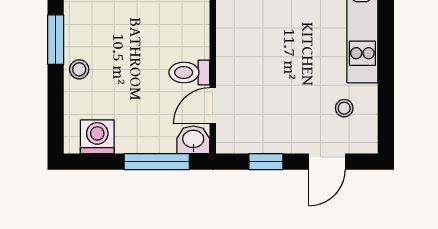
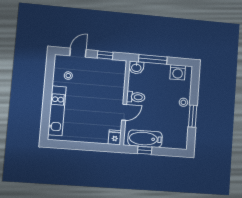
door: (213, 106) -> (124, 112), moved

